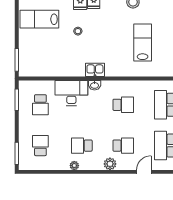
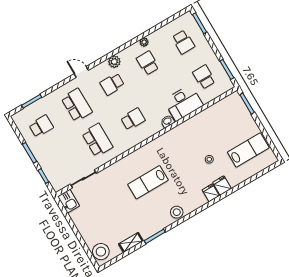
lab bench: (143, 42) -> (148, 182), turned 90
kitchen sink: (95, 70) -> (175, 135), removed
school desk: (123, 105) -> (133, 119), turned 180
school desk: (82, 146) -> (148, 63), turned -90
door: (144, 172) -> (81, 72), swing flipped

